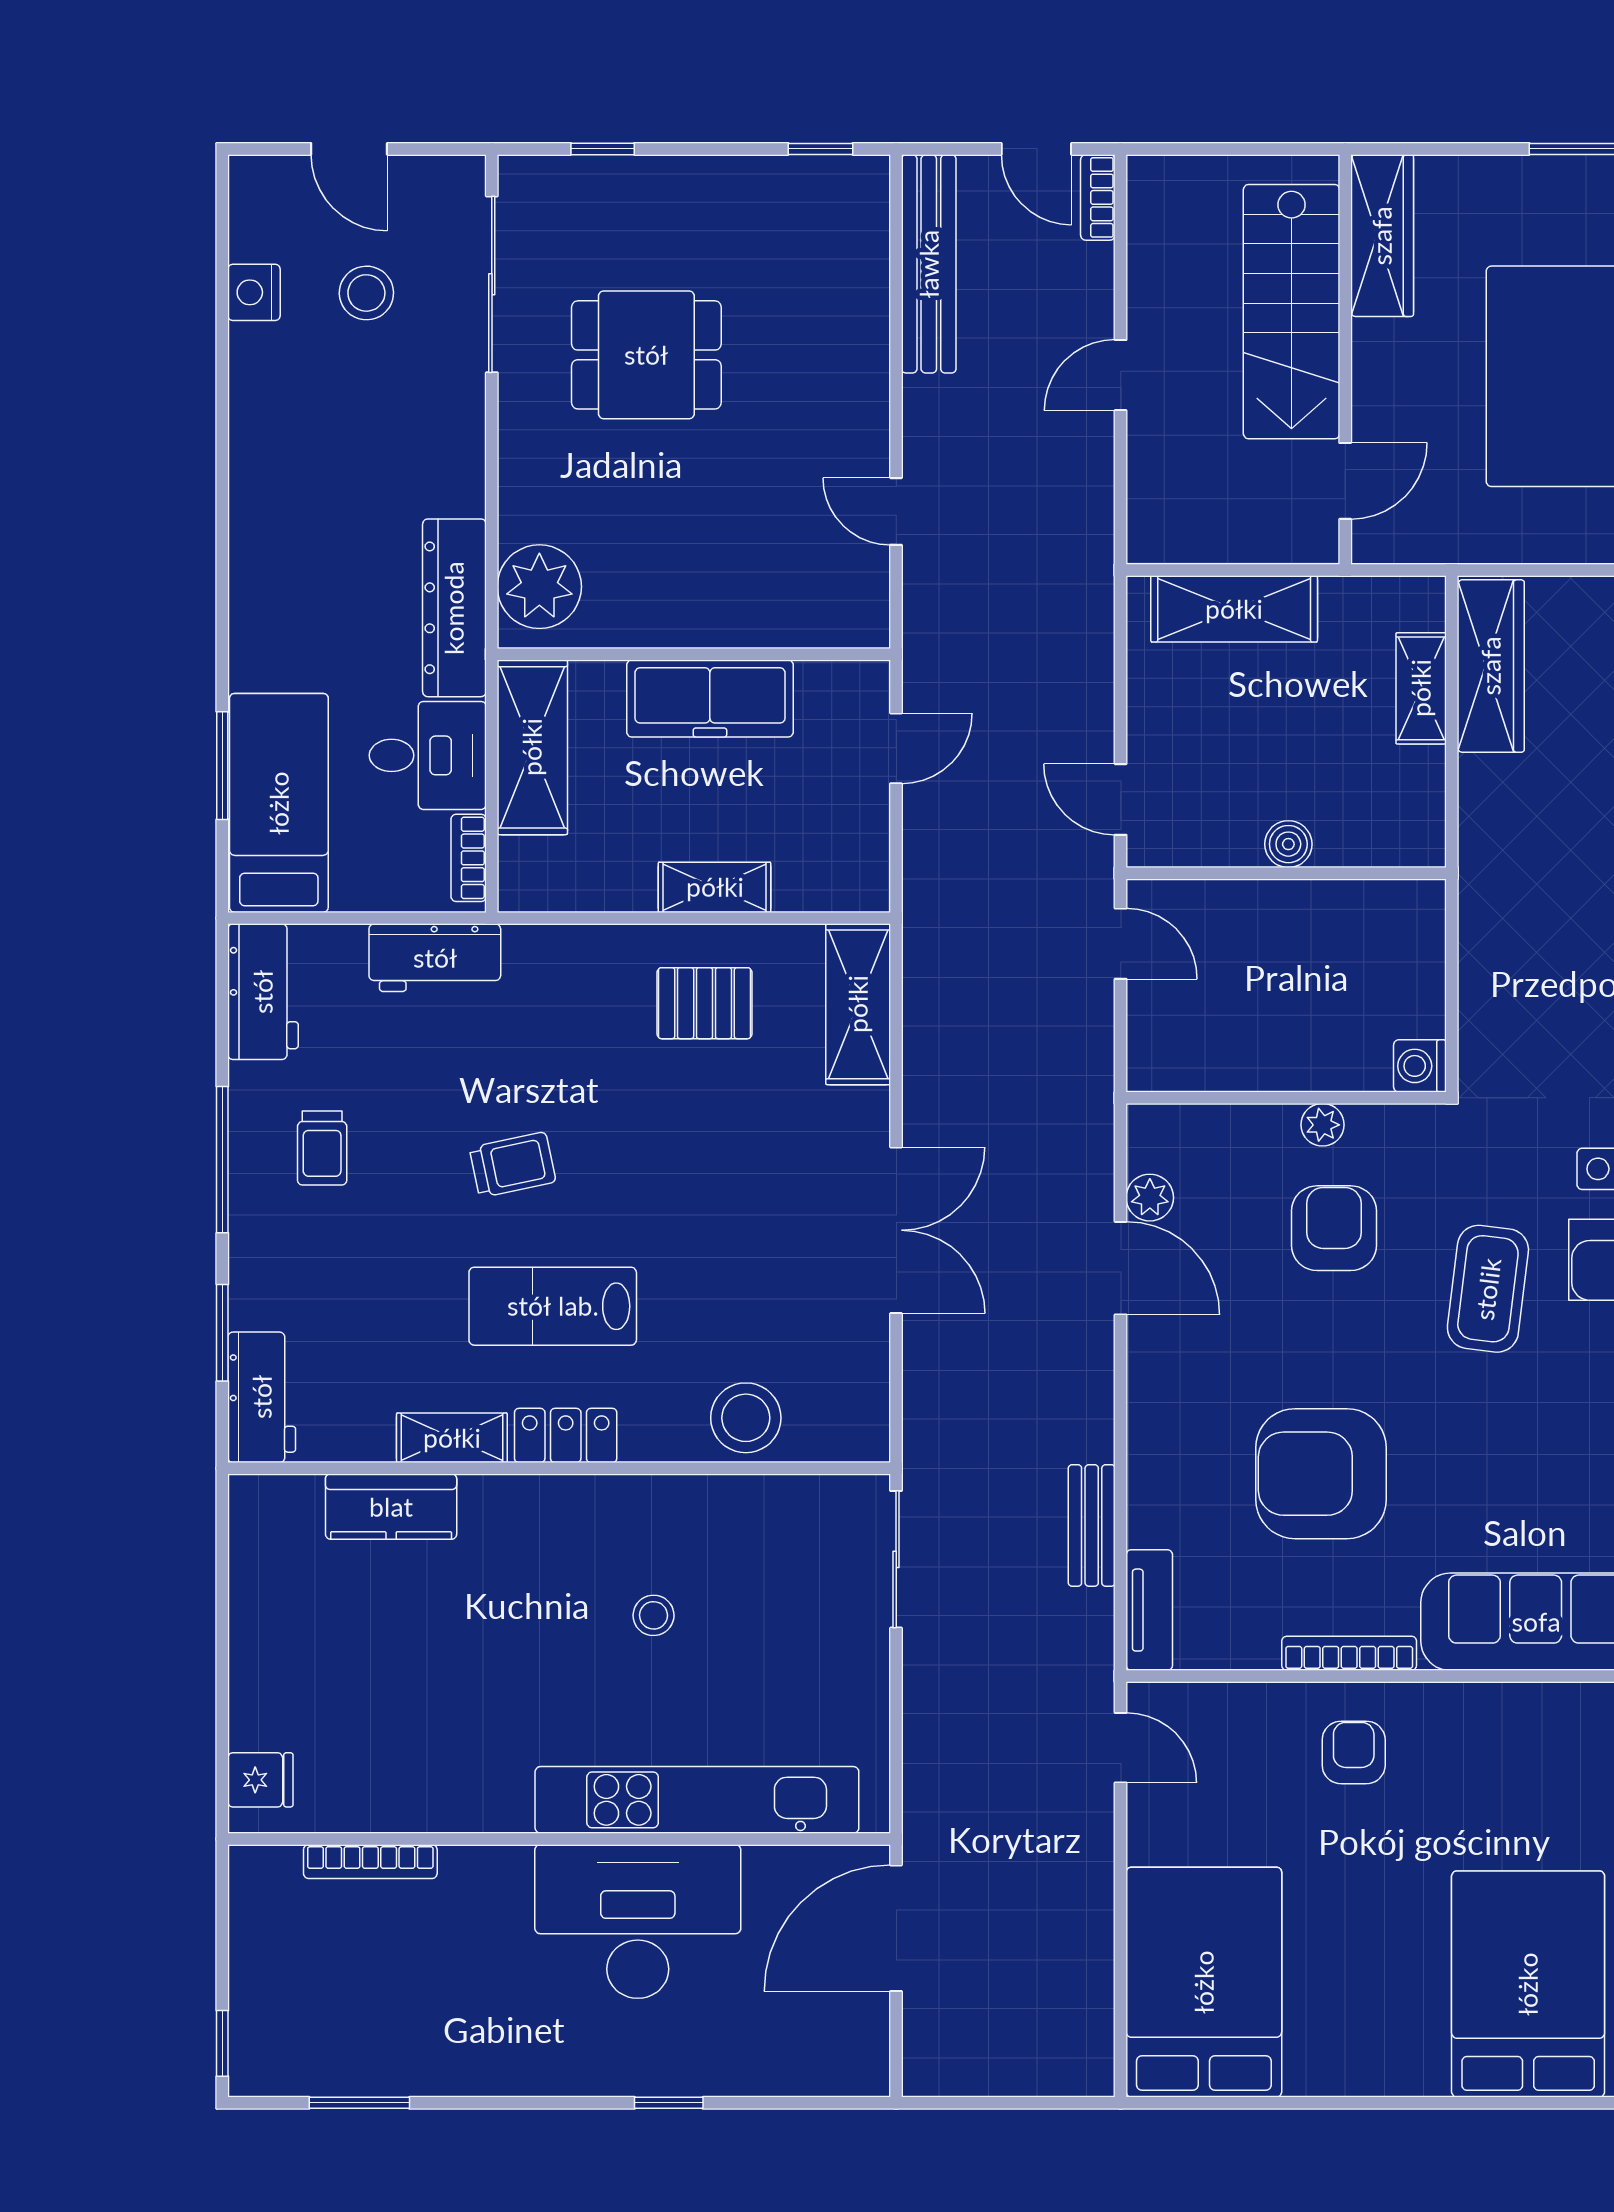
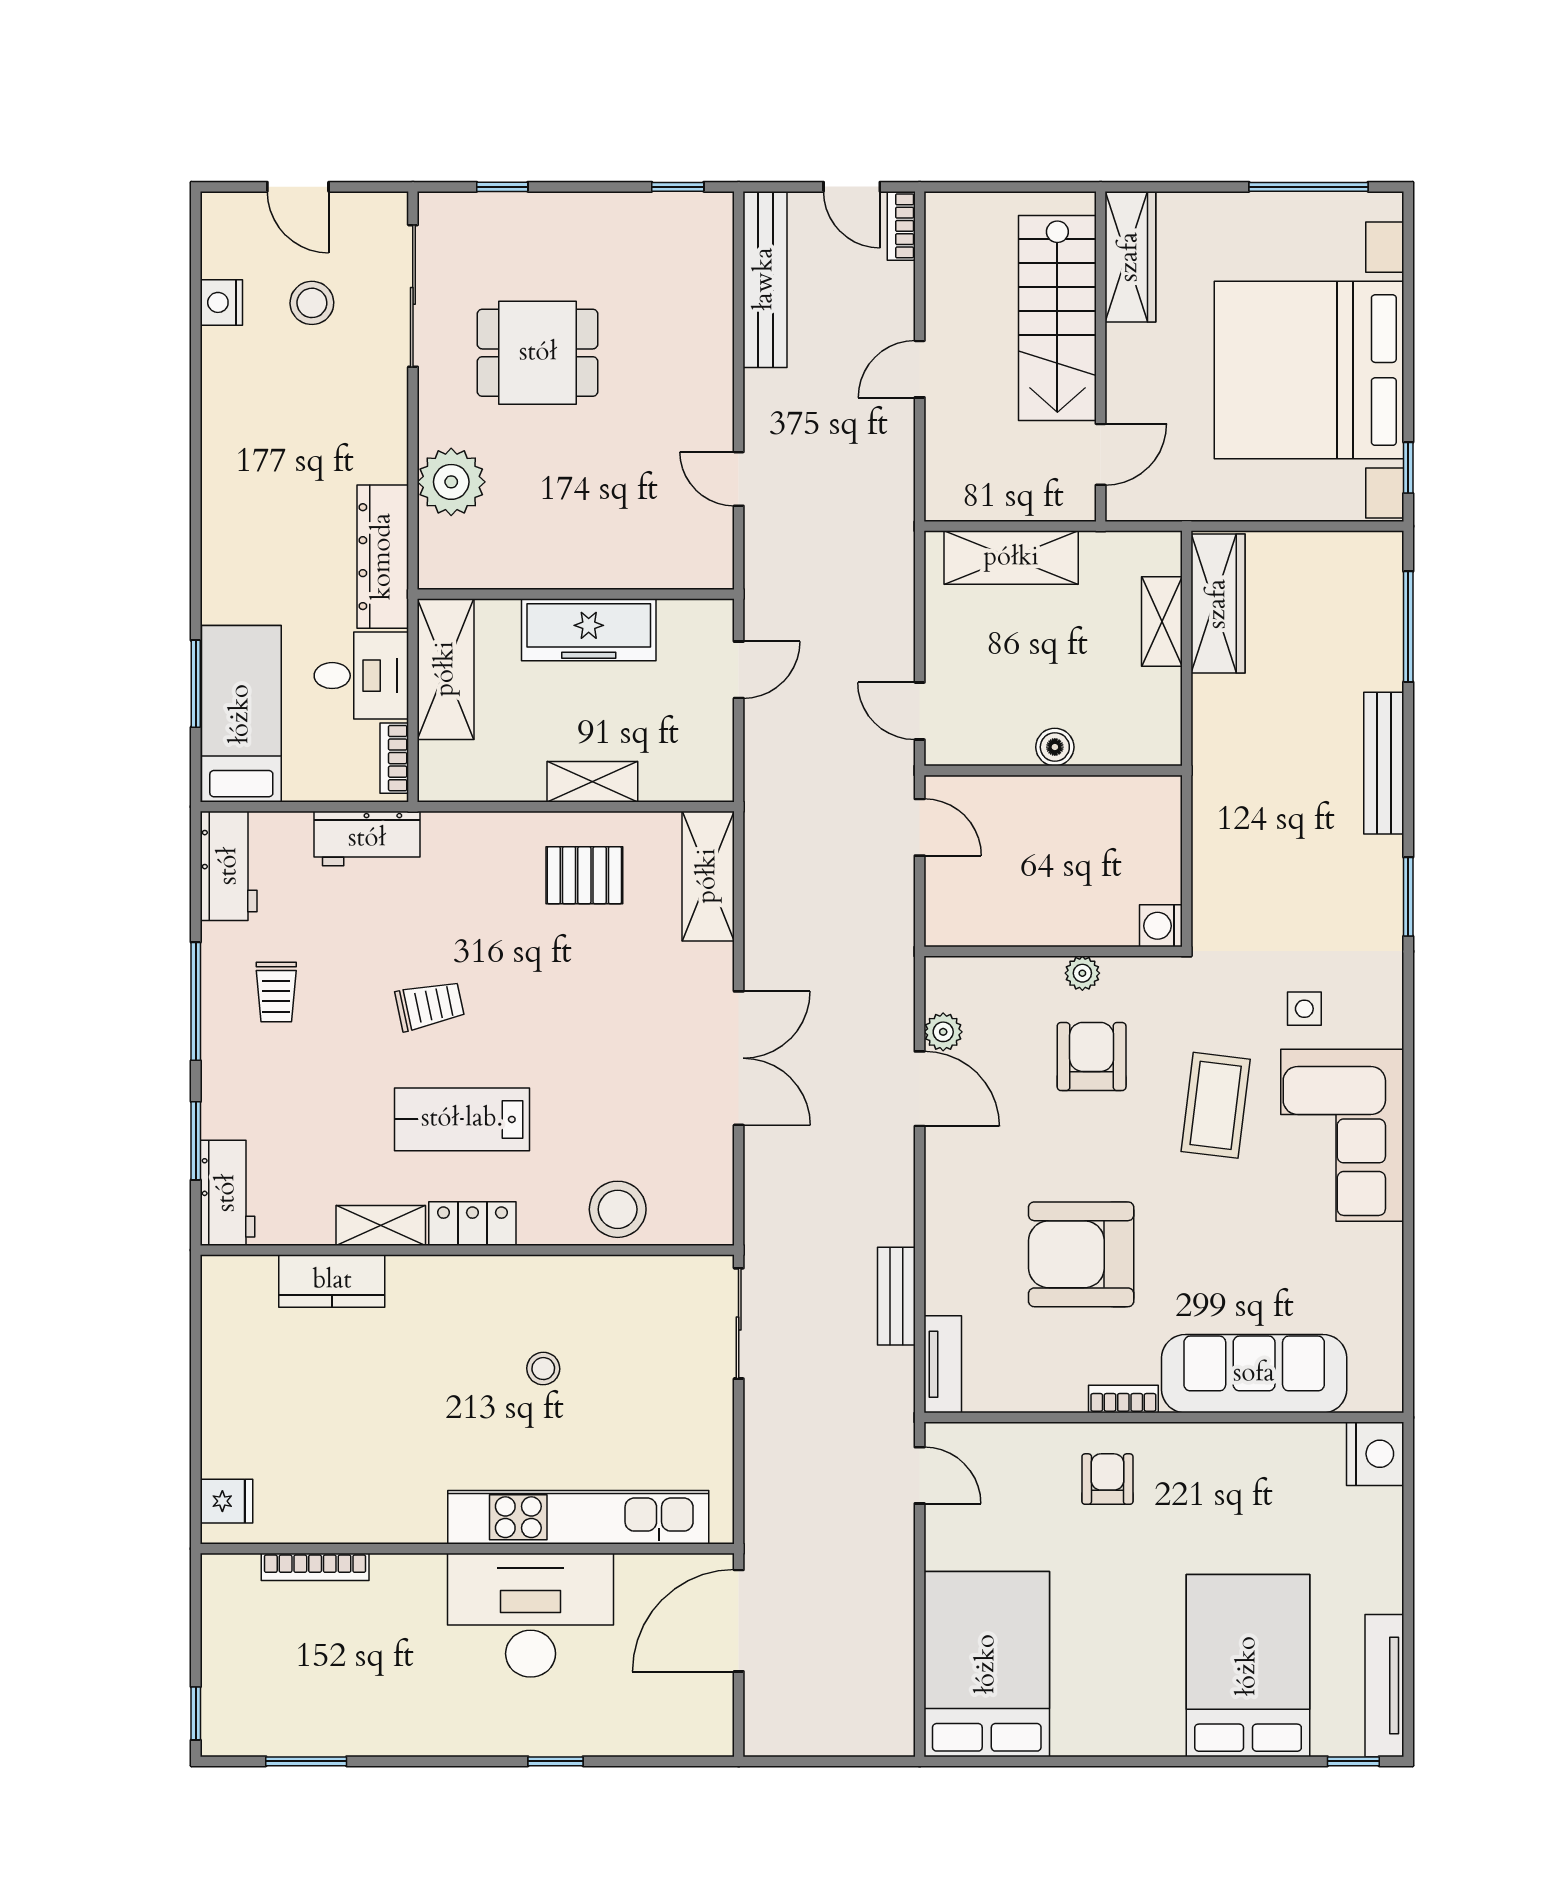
plant: (539, 587) -> (451, 482), moved
bookcase: (1349, 1653) -> (1123, 1399), width x0.64

